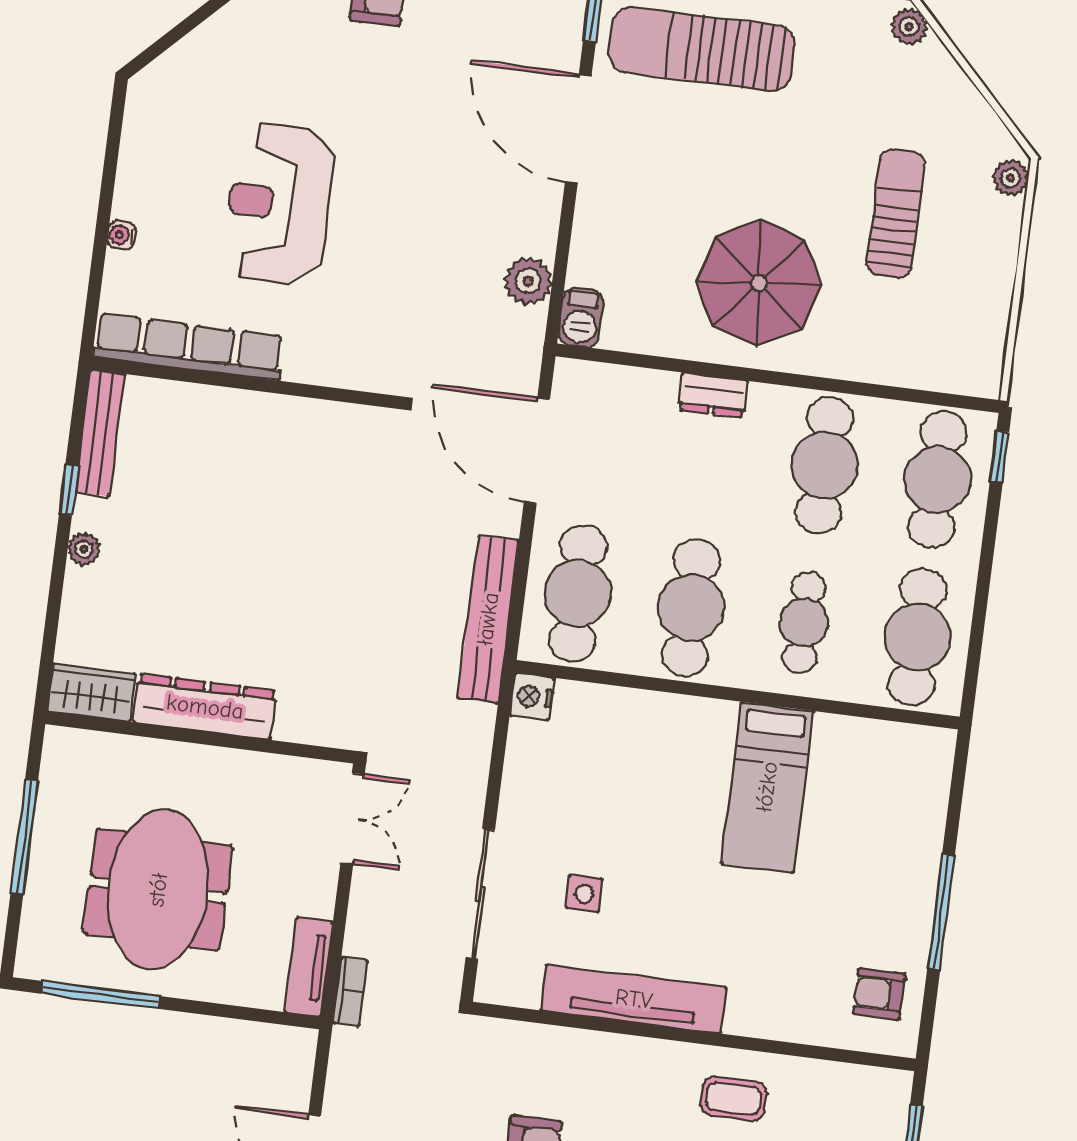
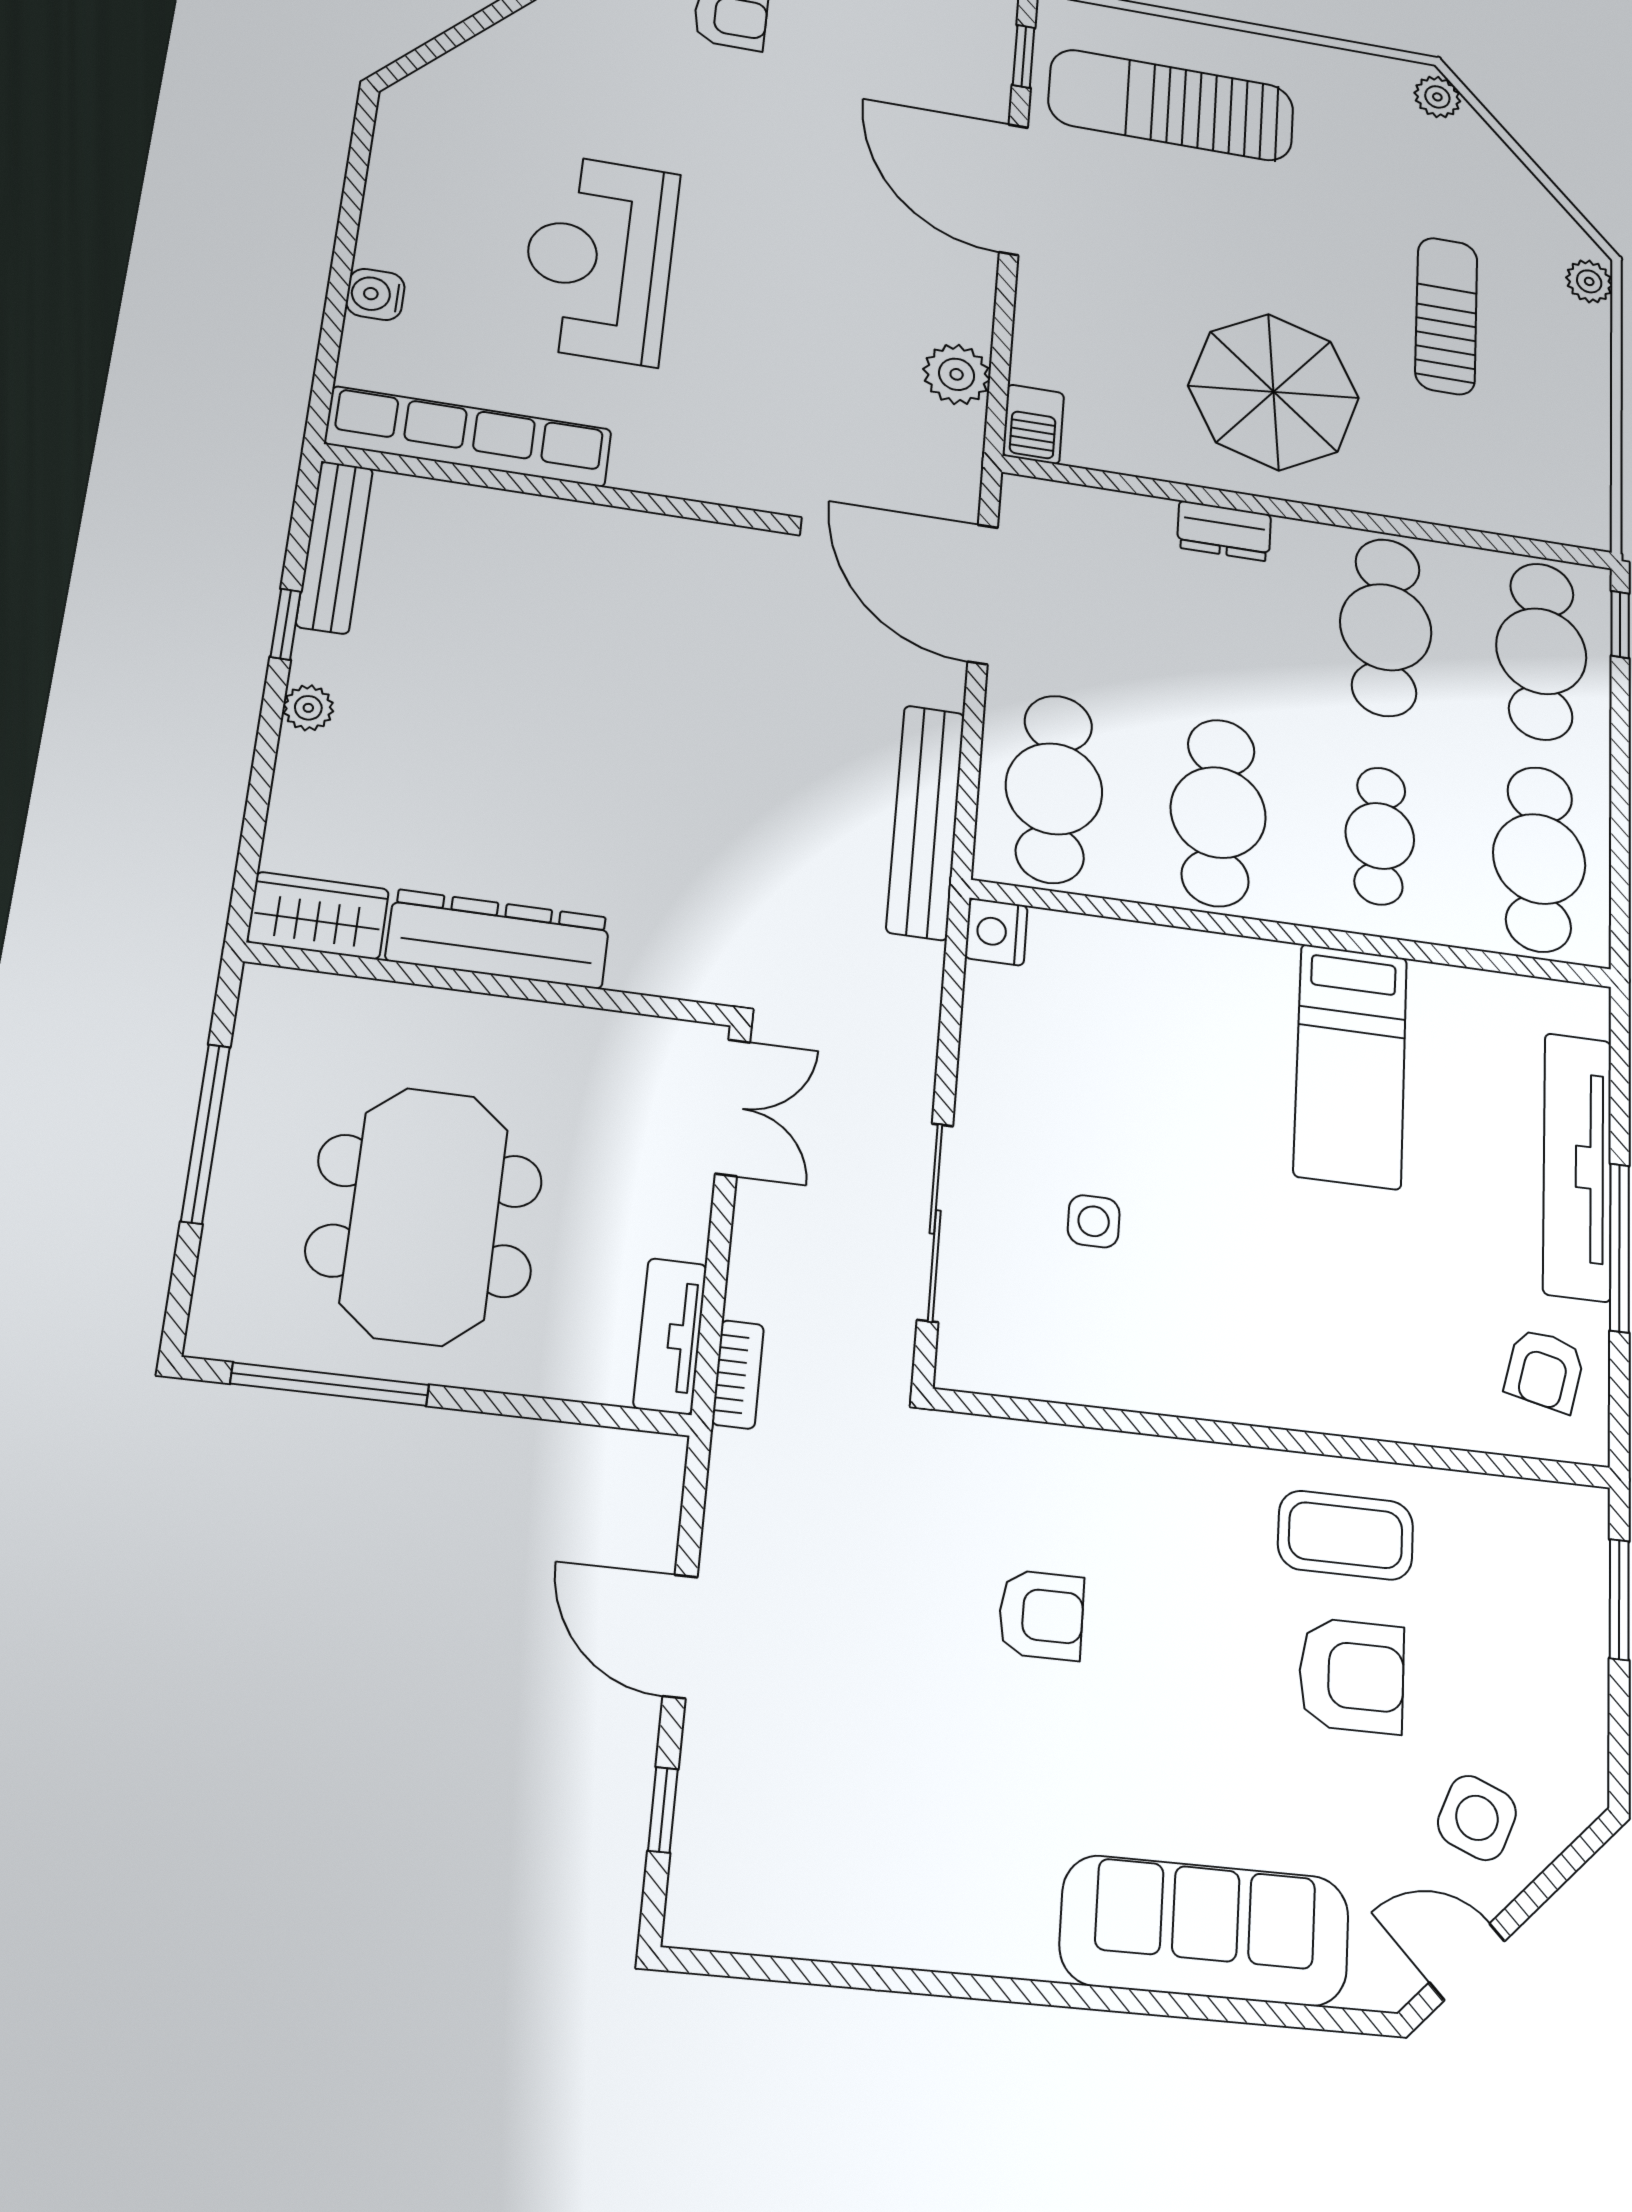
water cooler: (121, 235) -> (375, 294), width x1.38, depth x1.38
armchair: (879, 994) -> (1545, 1370), turned -77
tv unit: (634, 999) -> (1577, 1166), moved, turned -90
coffee table: (734, 1099) -> (1346, 1535), width x1.36, depth x1.30

